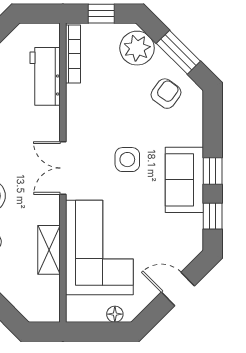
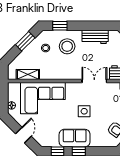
double door: (63, 168) -> (94, 81), moved
shelving: (49, 250) -> (28, 74), moved

